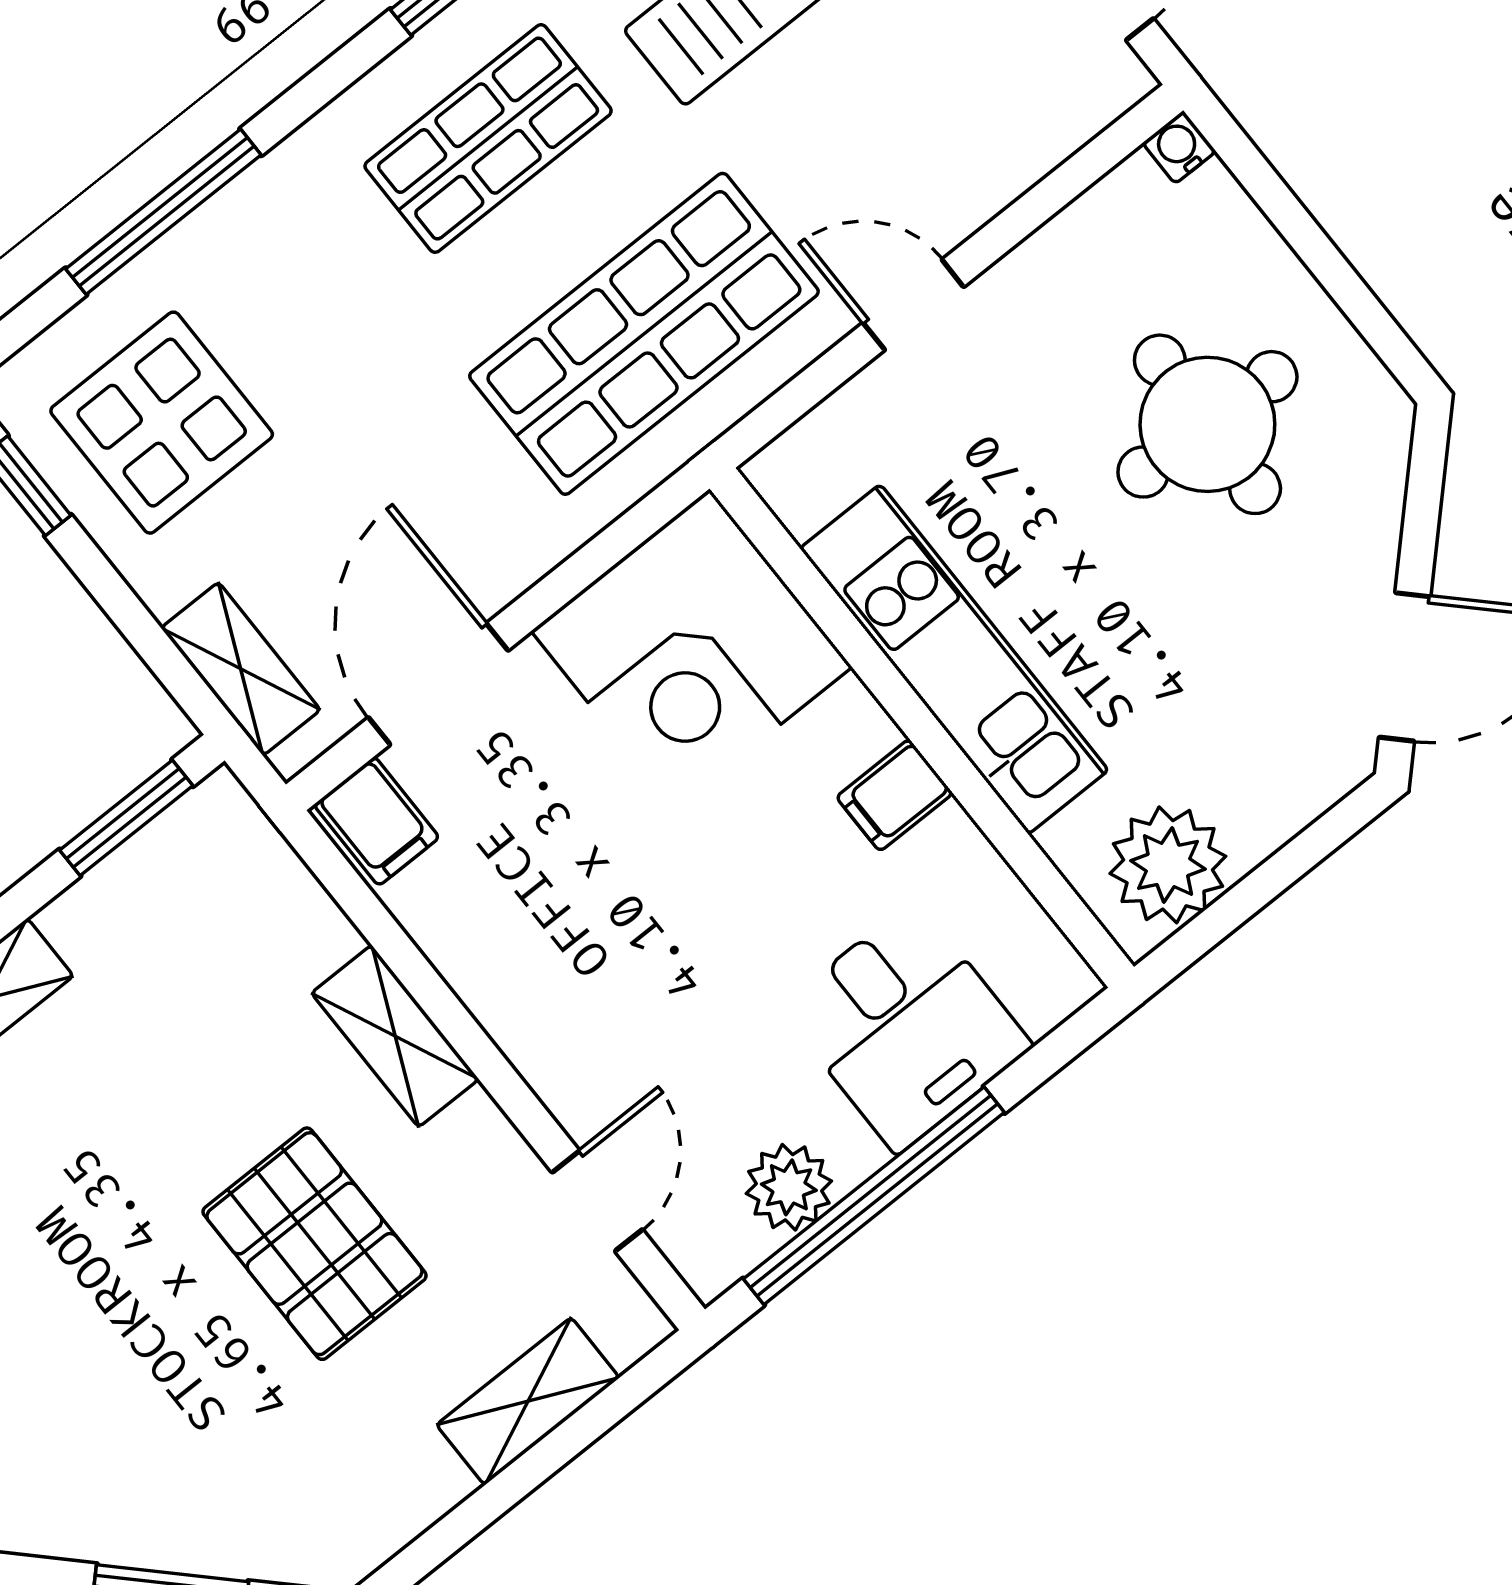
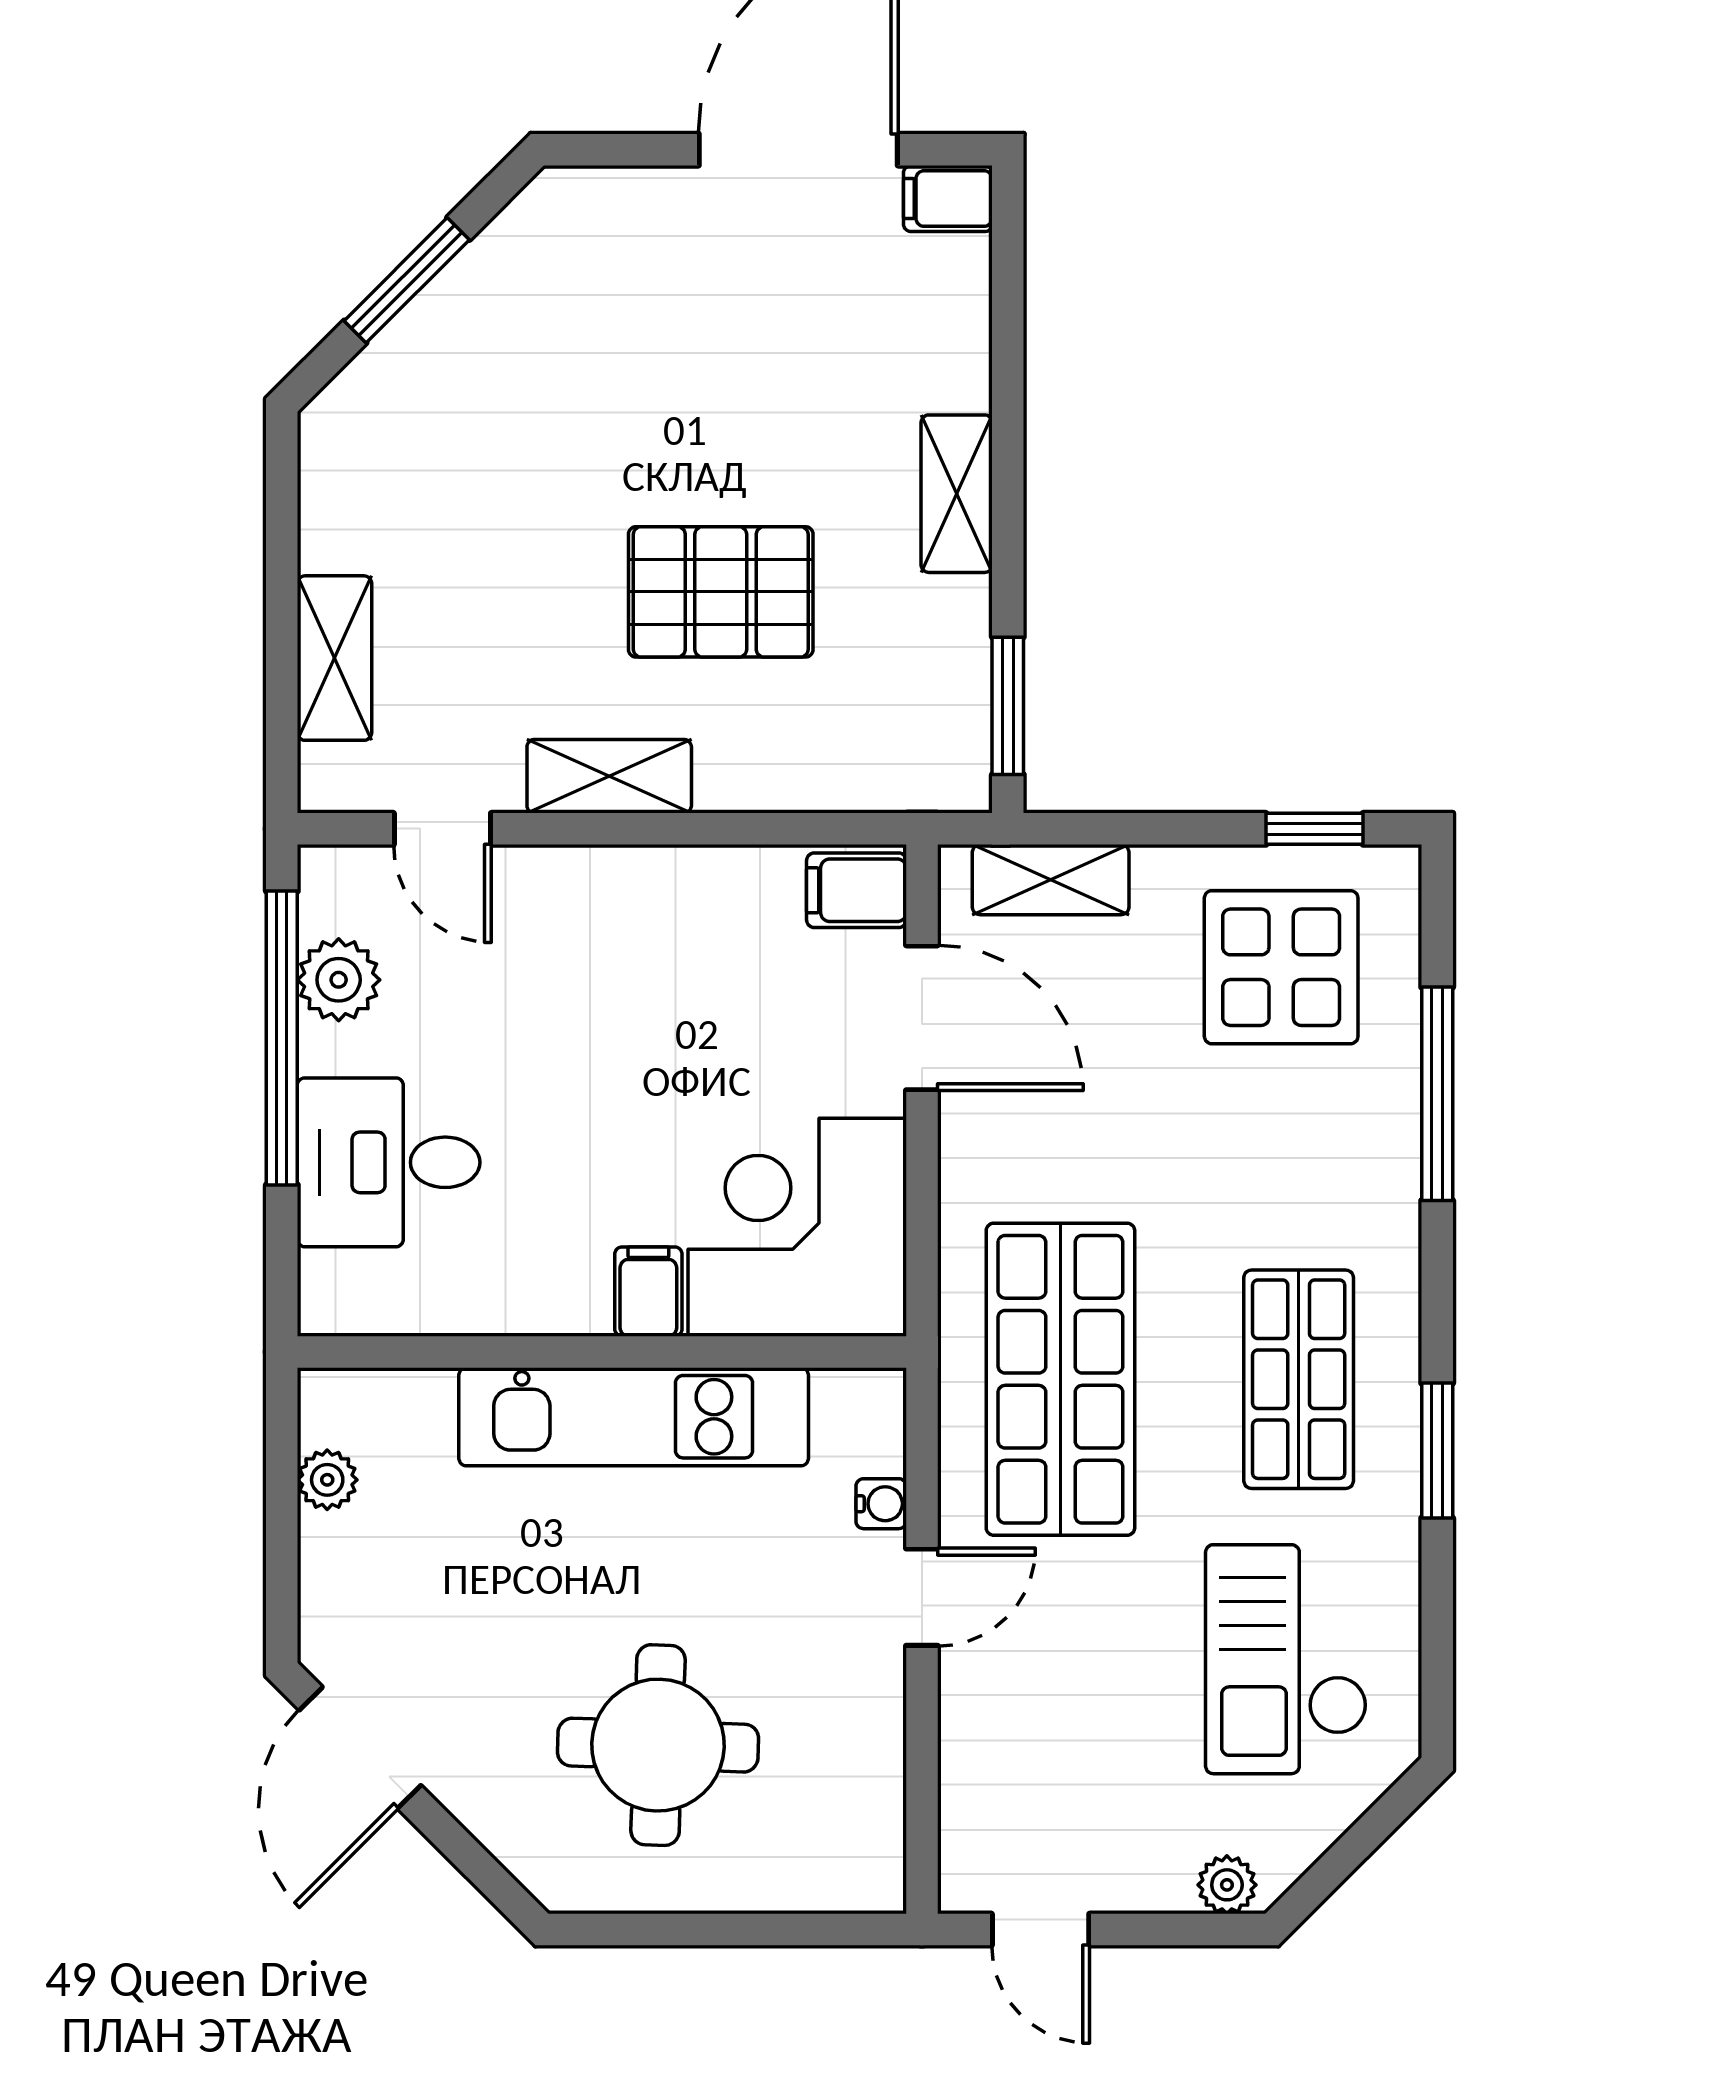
water cooler: (1179, 147) -> (881, 1504), moved
filing cabinet: (895, 795) -> (648, 1292), moved
plant: (1168, 865) -> (327, 1480), width x0.53, depth x0.53
shelving: (395, 1036) -> (609, 776), moved
pallet: (315, 1244) -> (721, 592), moved

